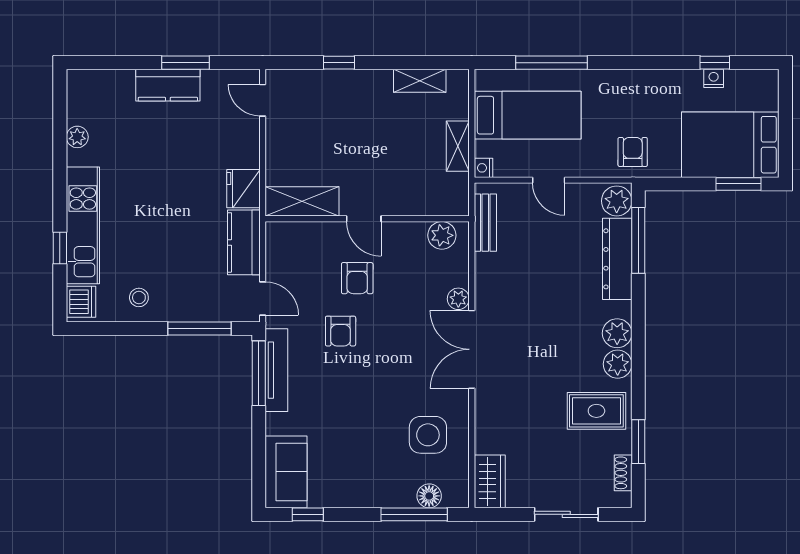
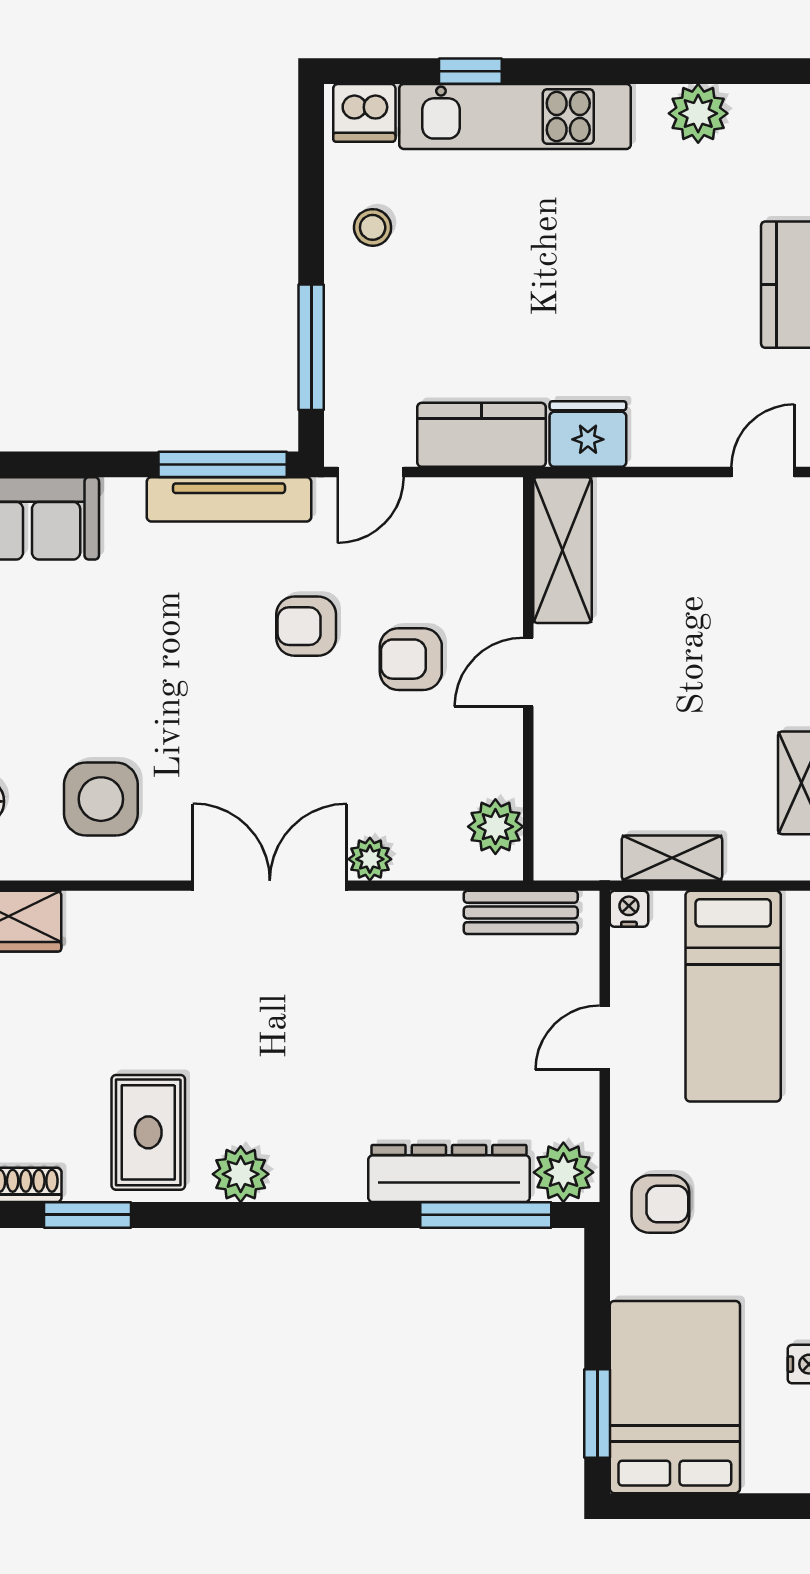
plant: (77, 137) -> (698, 113), width x1.38, depth x1.38
plant: (617, 333) -> (302, 1173), removed

